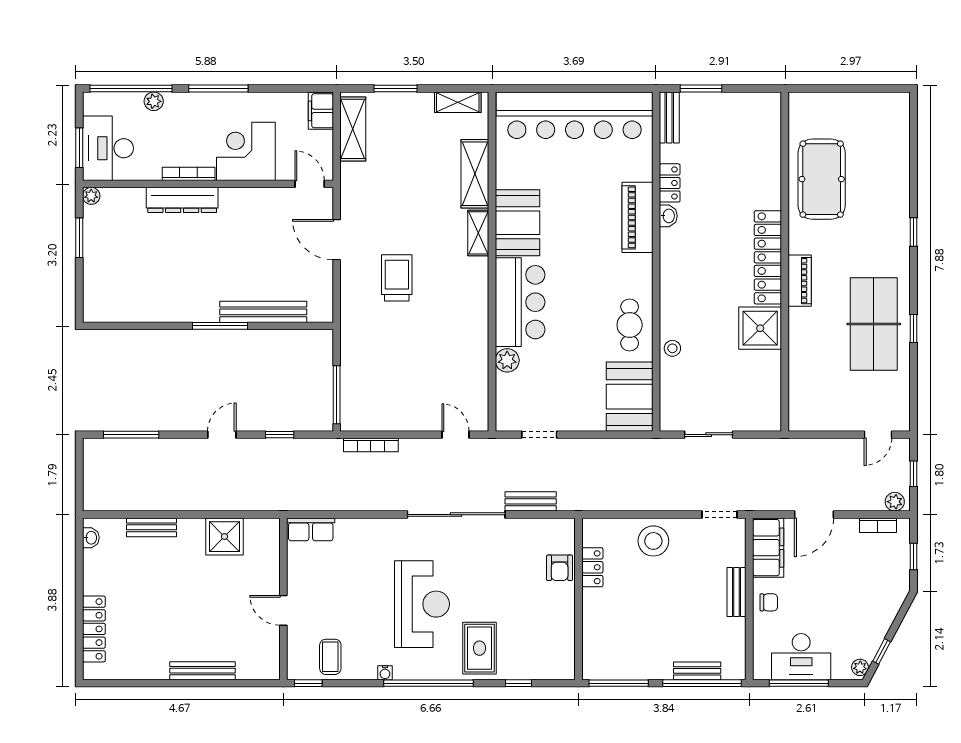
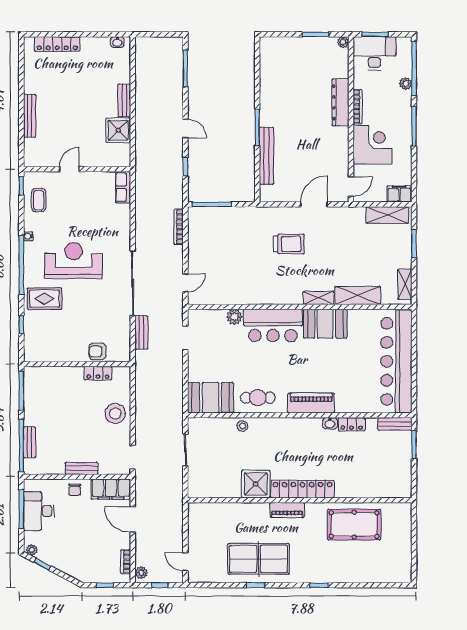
piano: (638, 217) -> (311, 403), moved
bench: (151, 527) -> (124, 100), moved
reception desk: (422, 604) -> (74, 261), turned 180
coffee table: (330, 657) -> (39, 200), turned 90

